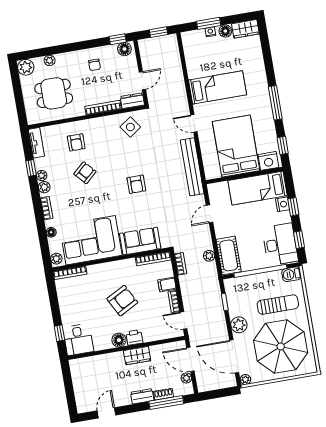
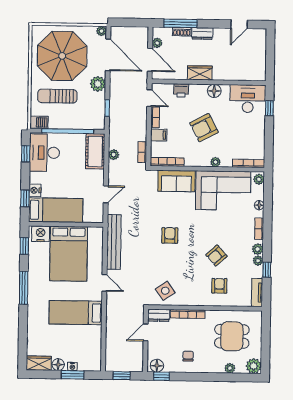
window: (293, 207) -> (25, 198), moved
plant: (104, 268) -> (216, 162), added
printer: (134, 337) -> (181, 90), moved
desk: (78, 340) -> (248, 99), width x1.37

